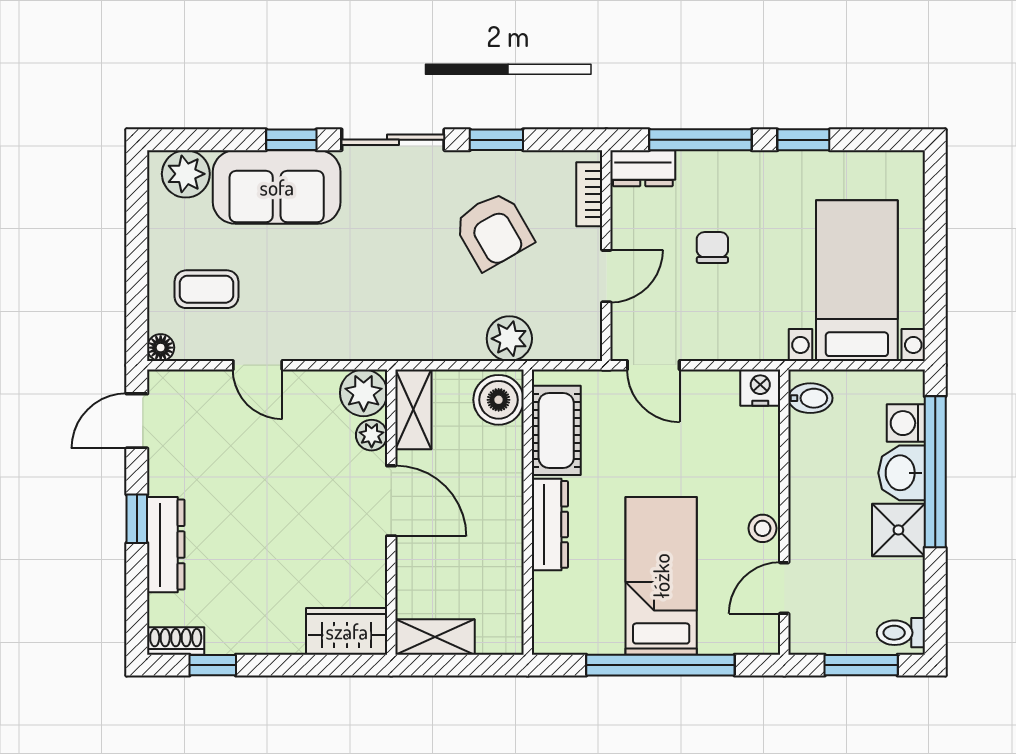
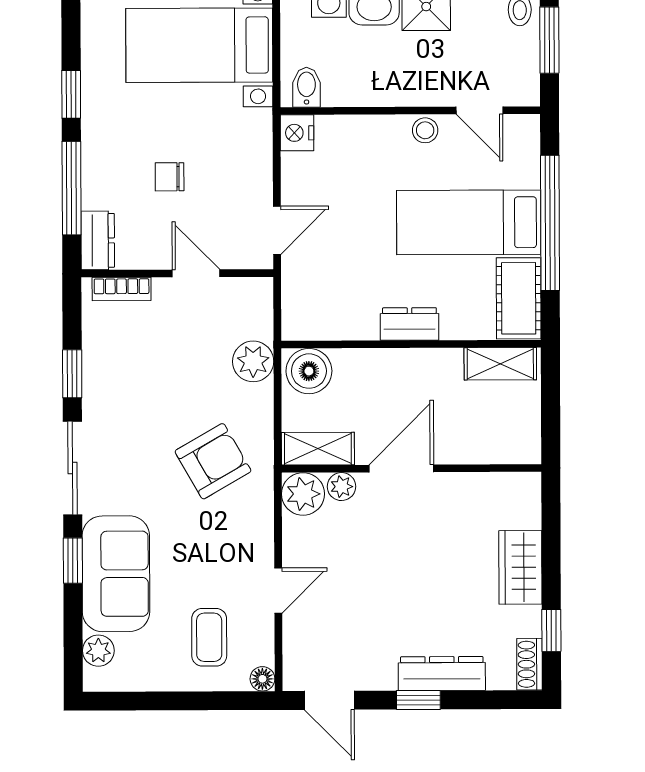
plant: (186, 174) -> (98, 651), width x0.73, depth x0.73
armchair: (493, 231) -> (213, 461), moved
cot: (556, 430) -> (519, 298), moved, turned 90
dresser: (550, 524) -> (410, 324), width x0.70
wardrobe: (347, 631) -> (520, 567), moved
shelving: (435, 637) -> (500, 364), moved, turned 90

